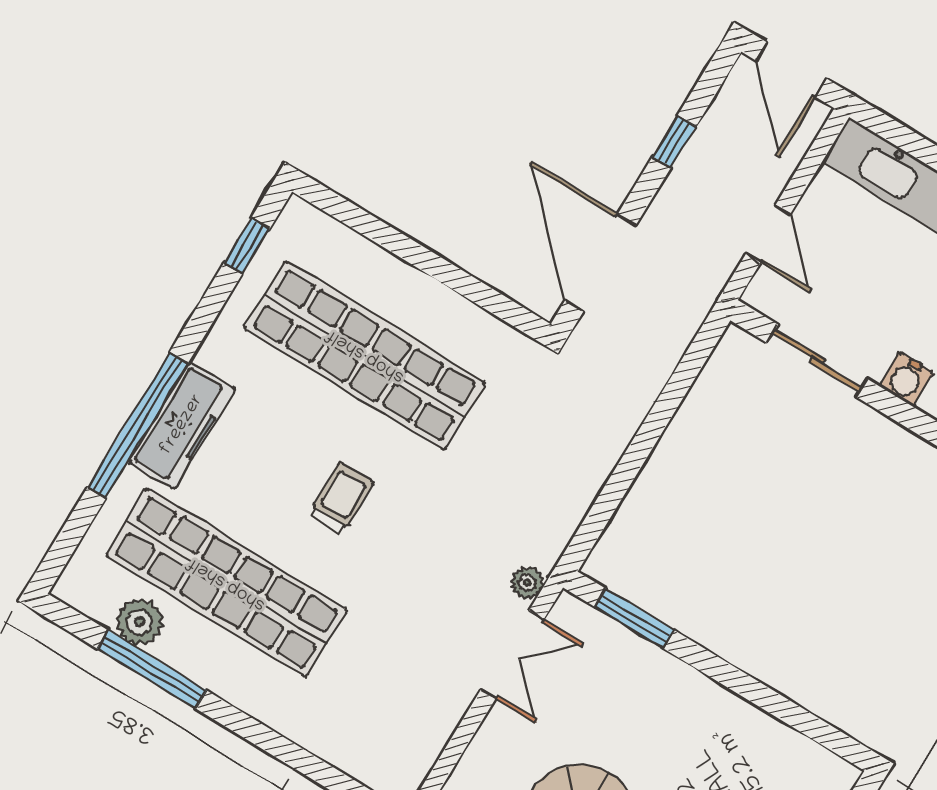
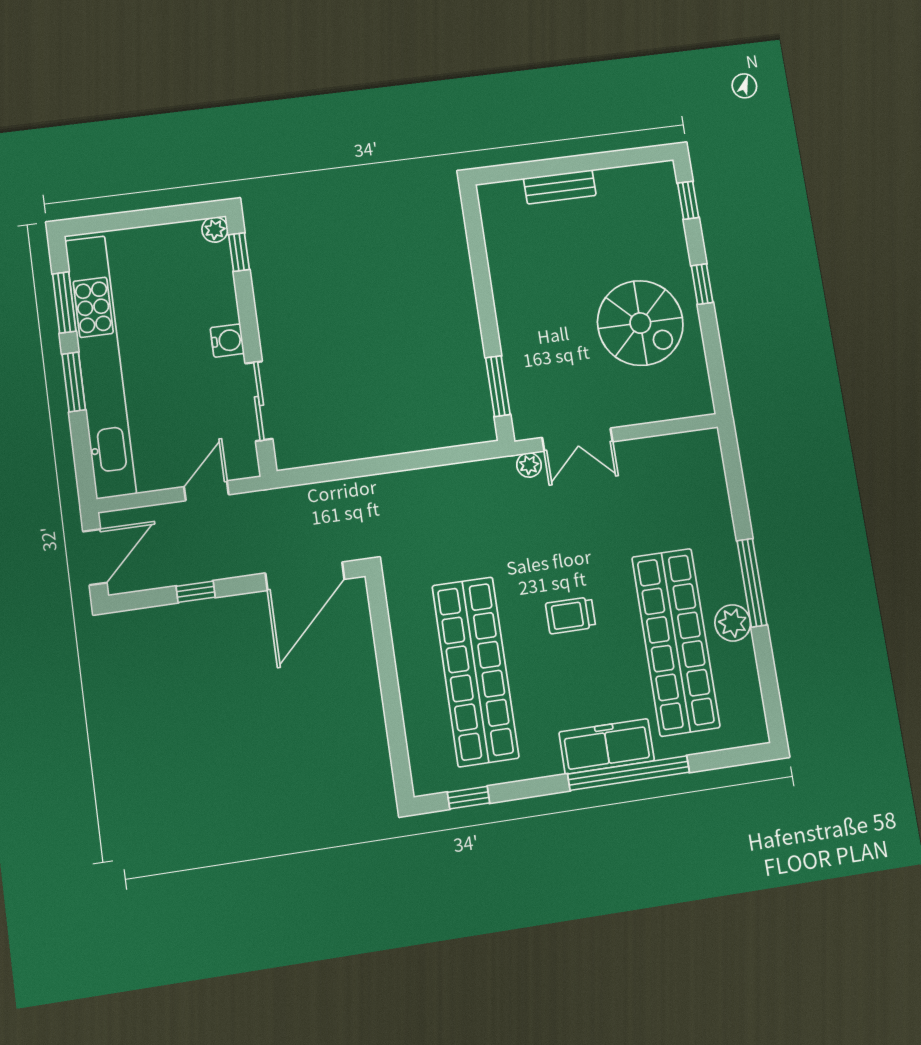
plant: (140, 622) -> (733, 623), moved
double door: (512, 654) -> (577, 440), swing flipped
window: (152, 669) -> (752, 583), moved

